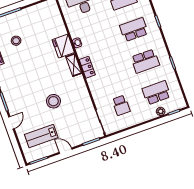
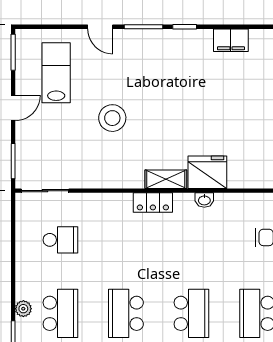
stool: (16, 41) -> (248, 89), removed
school desk: (121, 105) -> (60, 240), turned 180

